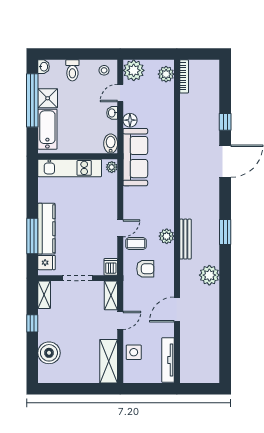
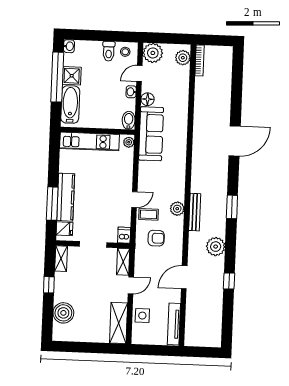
toilet: (72, 70) -> (109, 51), moved
window: (225, 122) -> (229, 281), moved

